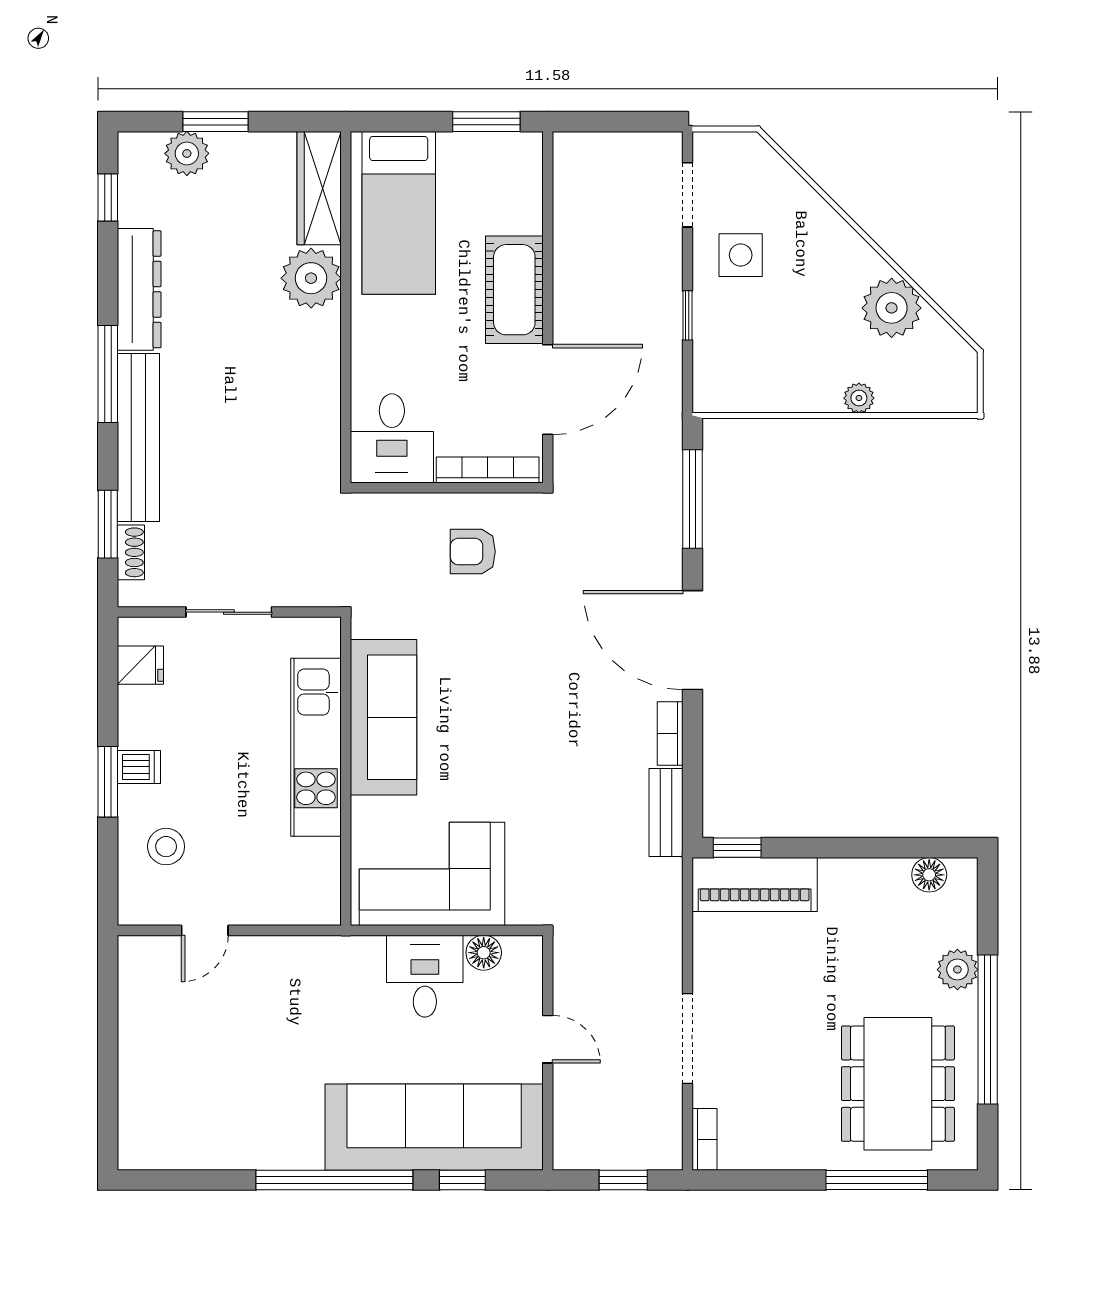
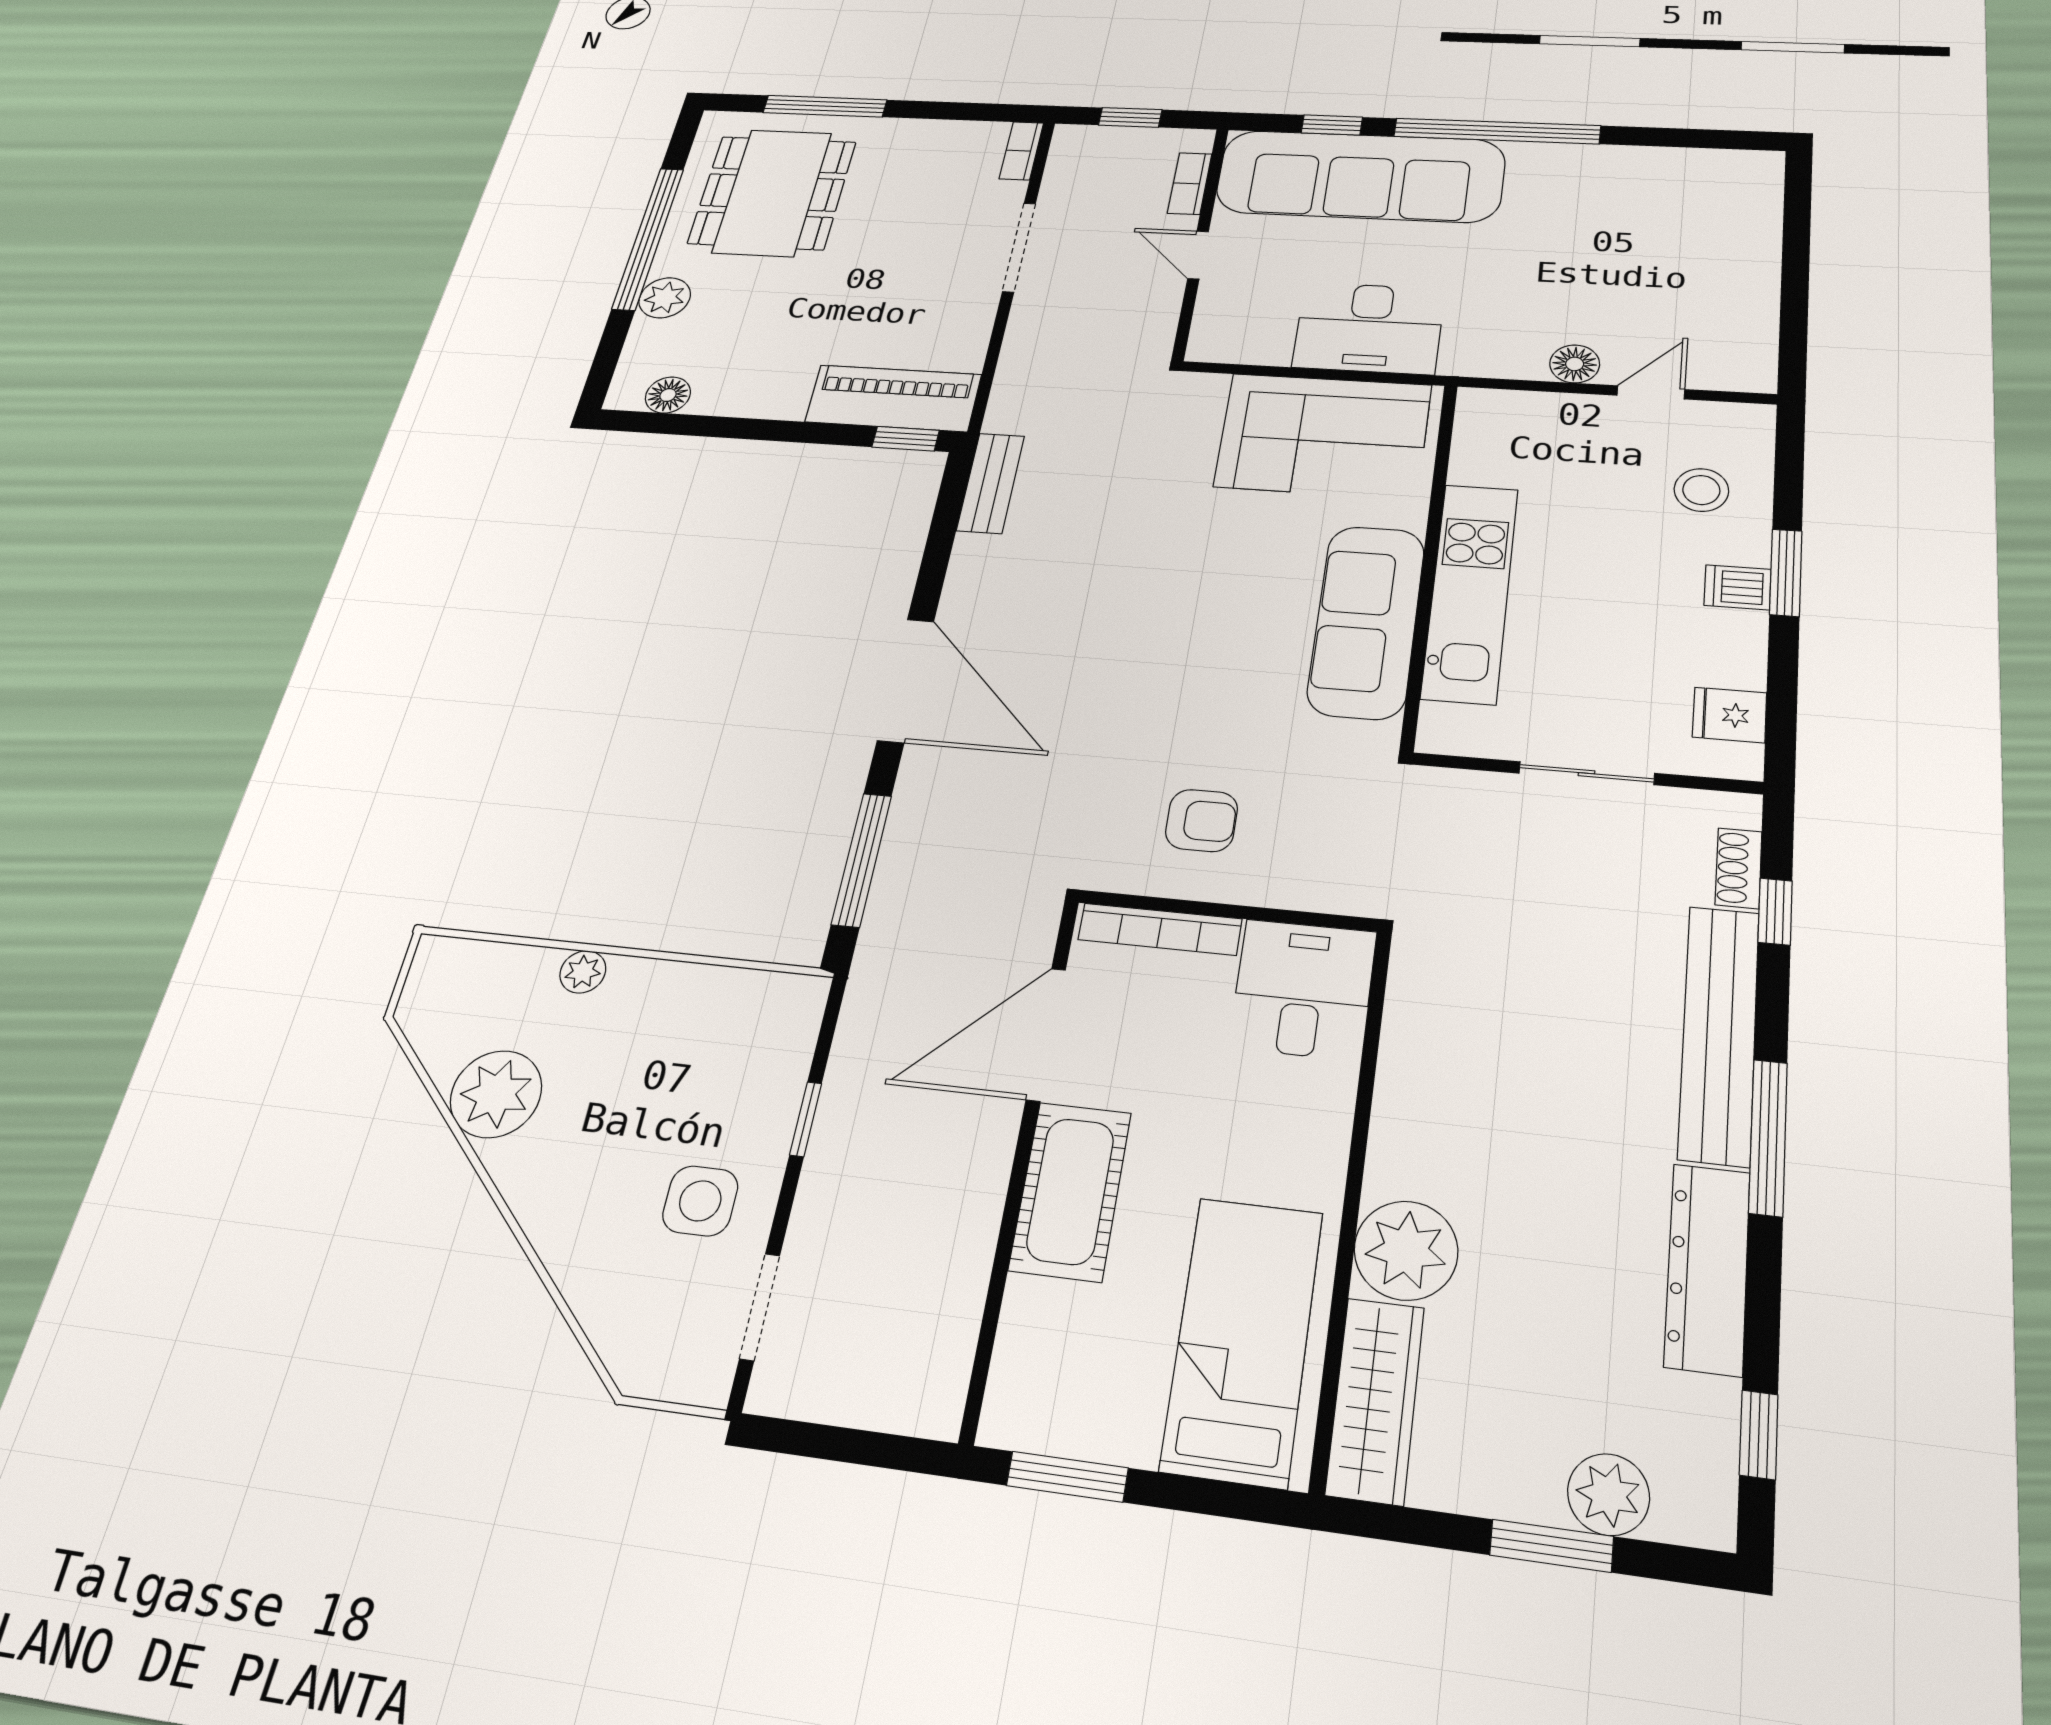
window: (108, 524) -> (1775, 911), width x0.67
bookcase: (670, 734) -> (1190, 184), moved, turned 180
floor lamp: (484, 953) -> (1575, 364), moved
desk: (425, 976) -> (1369, 328), width x1.37

